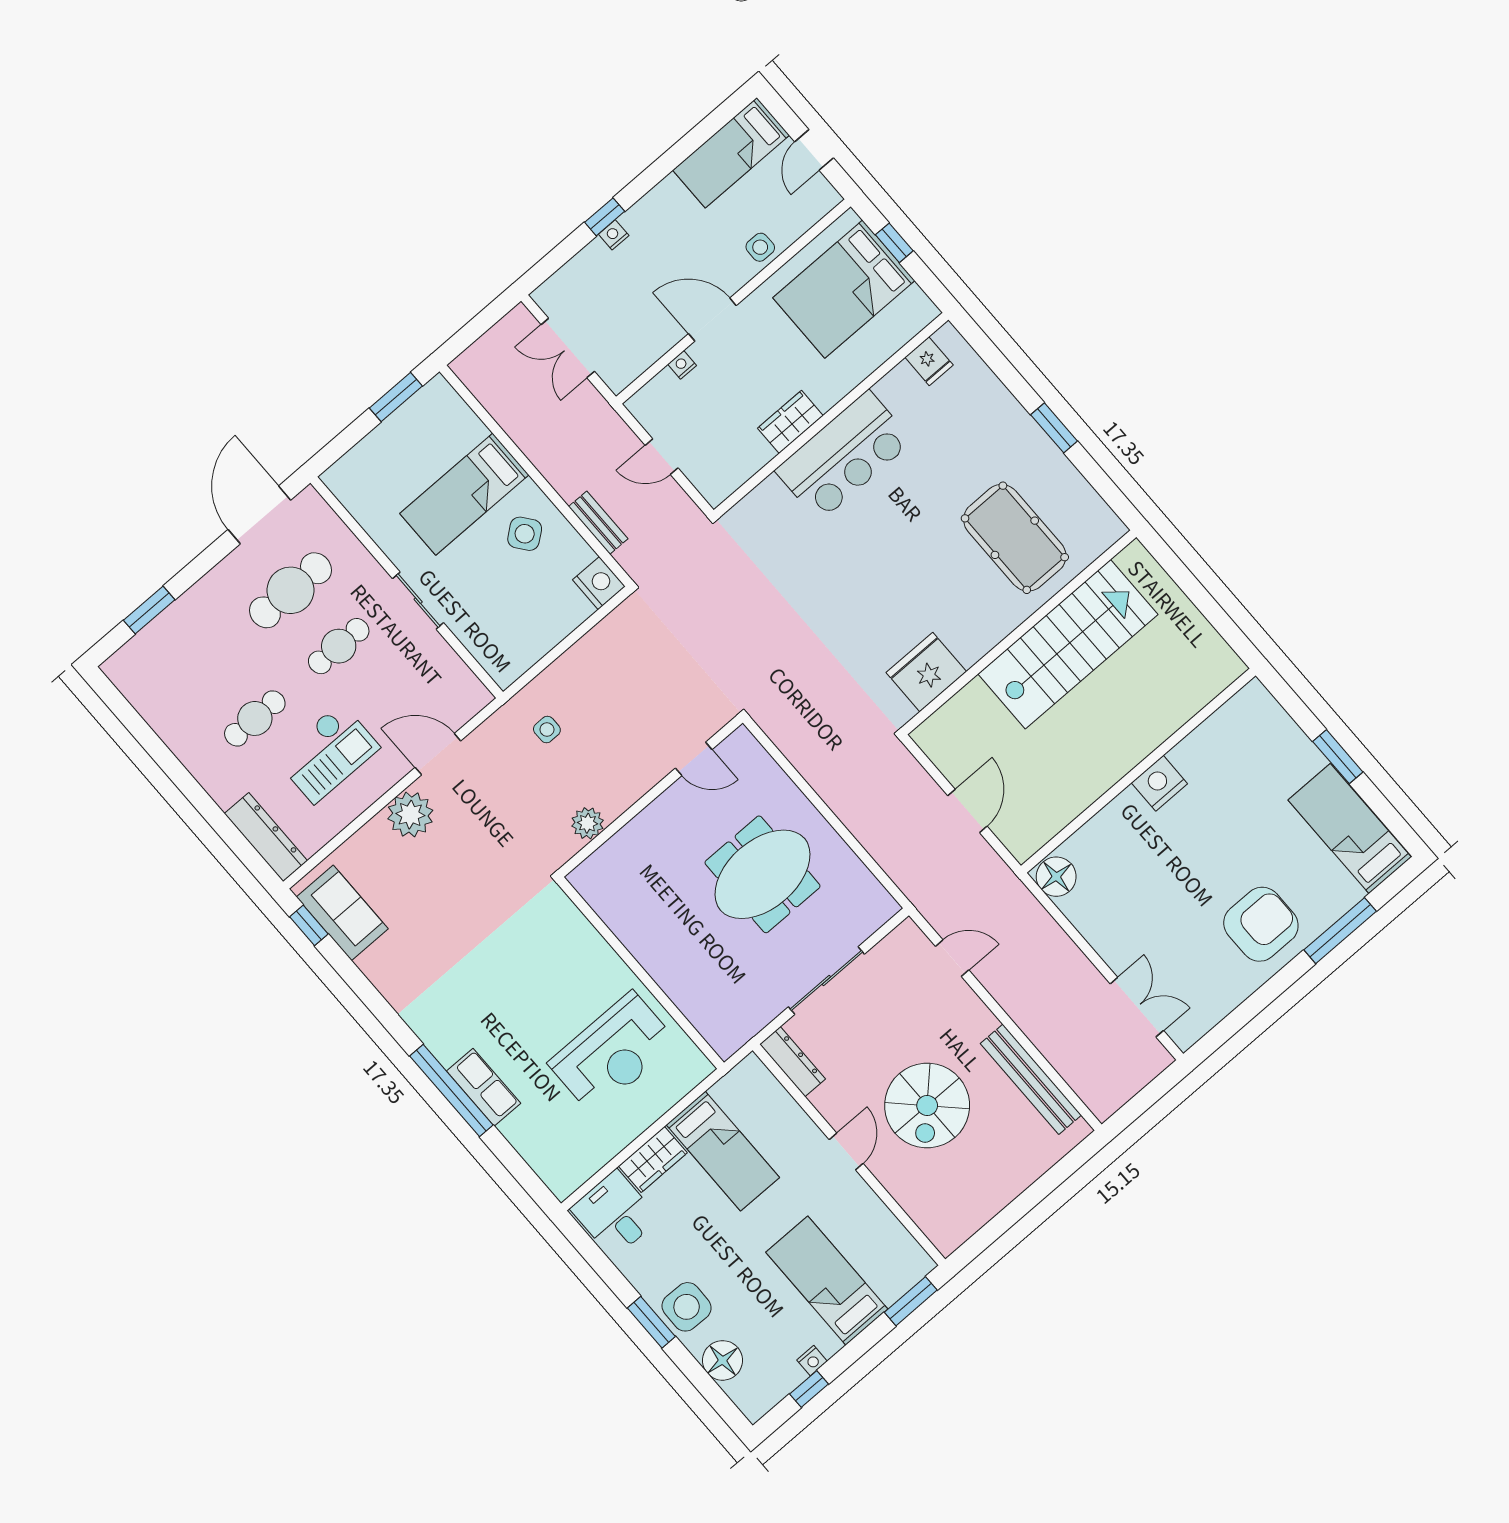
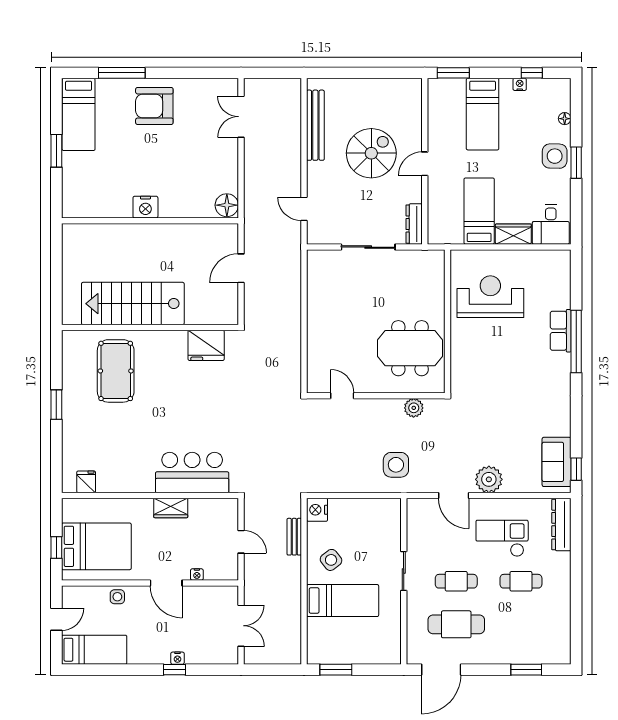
bar counter: (844, 456) -> (192, 473), moved
side table: (547, 730) -> (396, 465), width x1.87, depth x1.87
meeting table: (763, 874) -> (410, 348), moved
floor lamp: (723, 1360) -> (565, 119), width x0.53, depth x0.53

